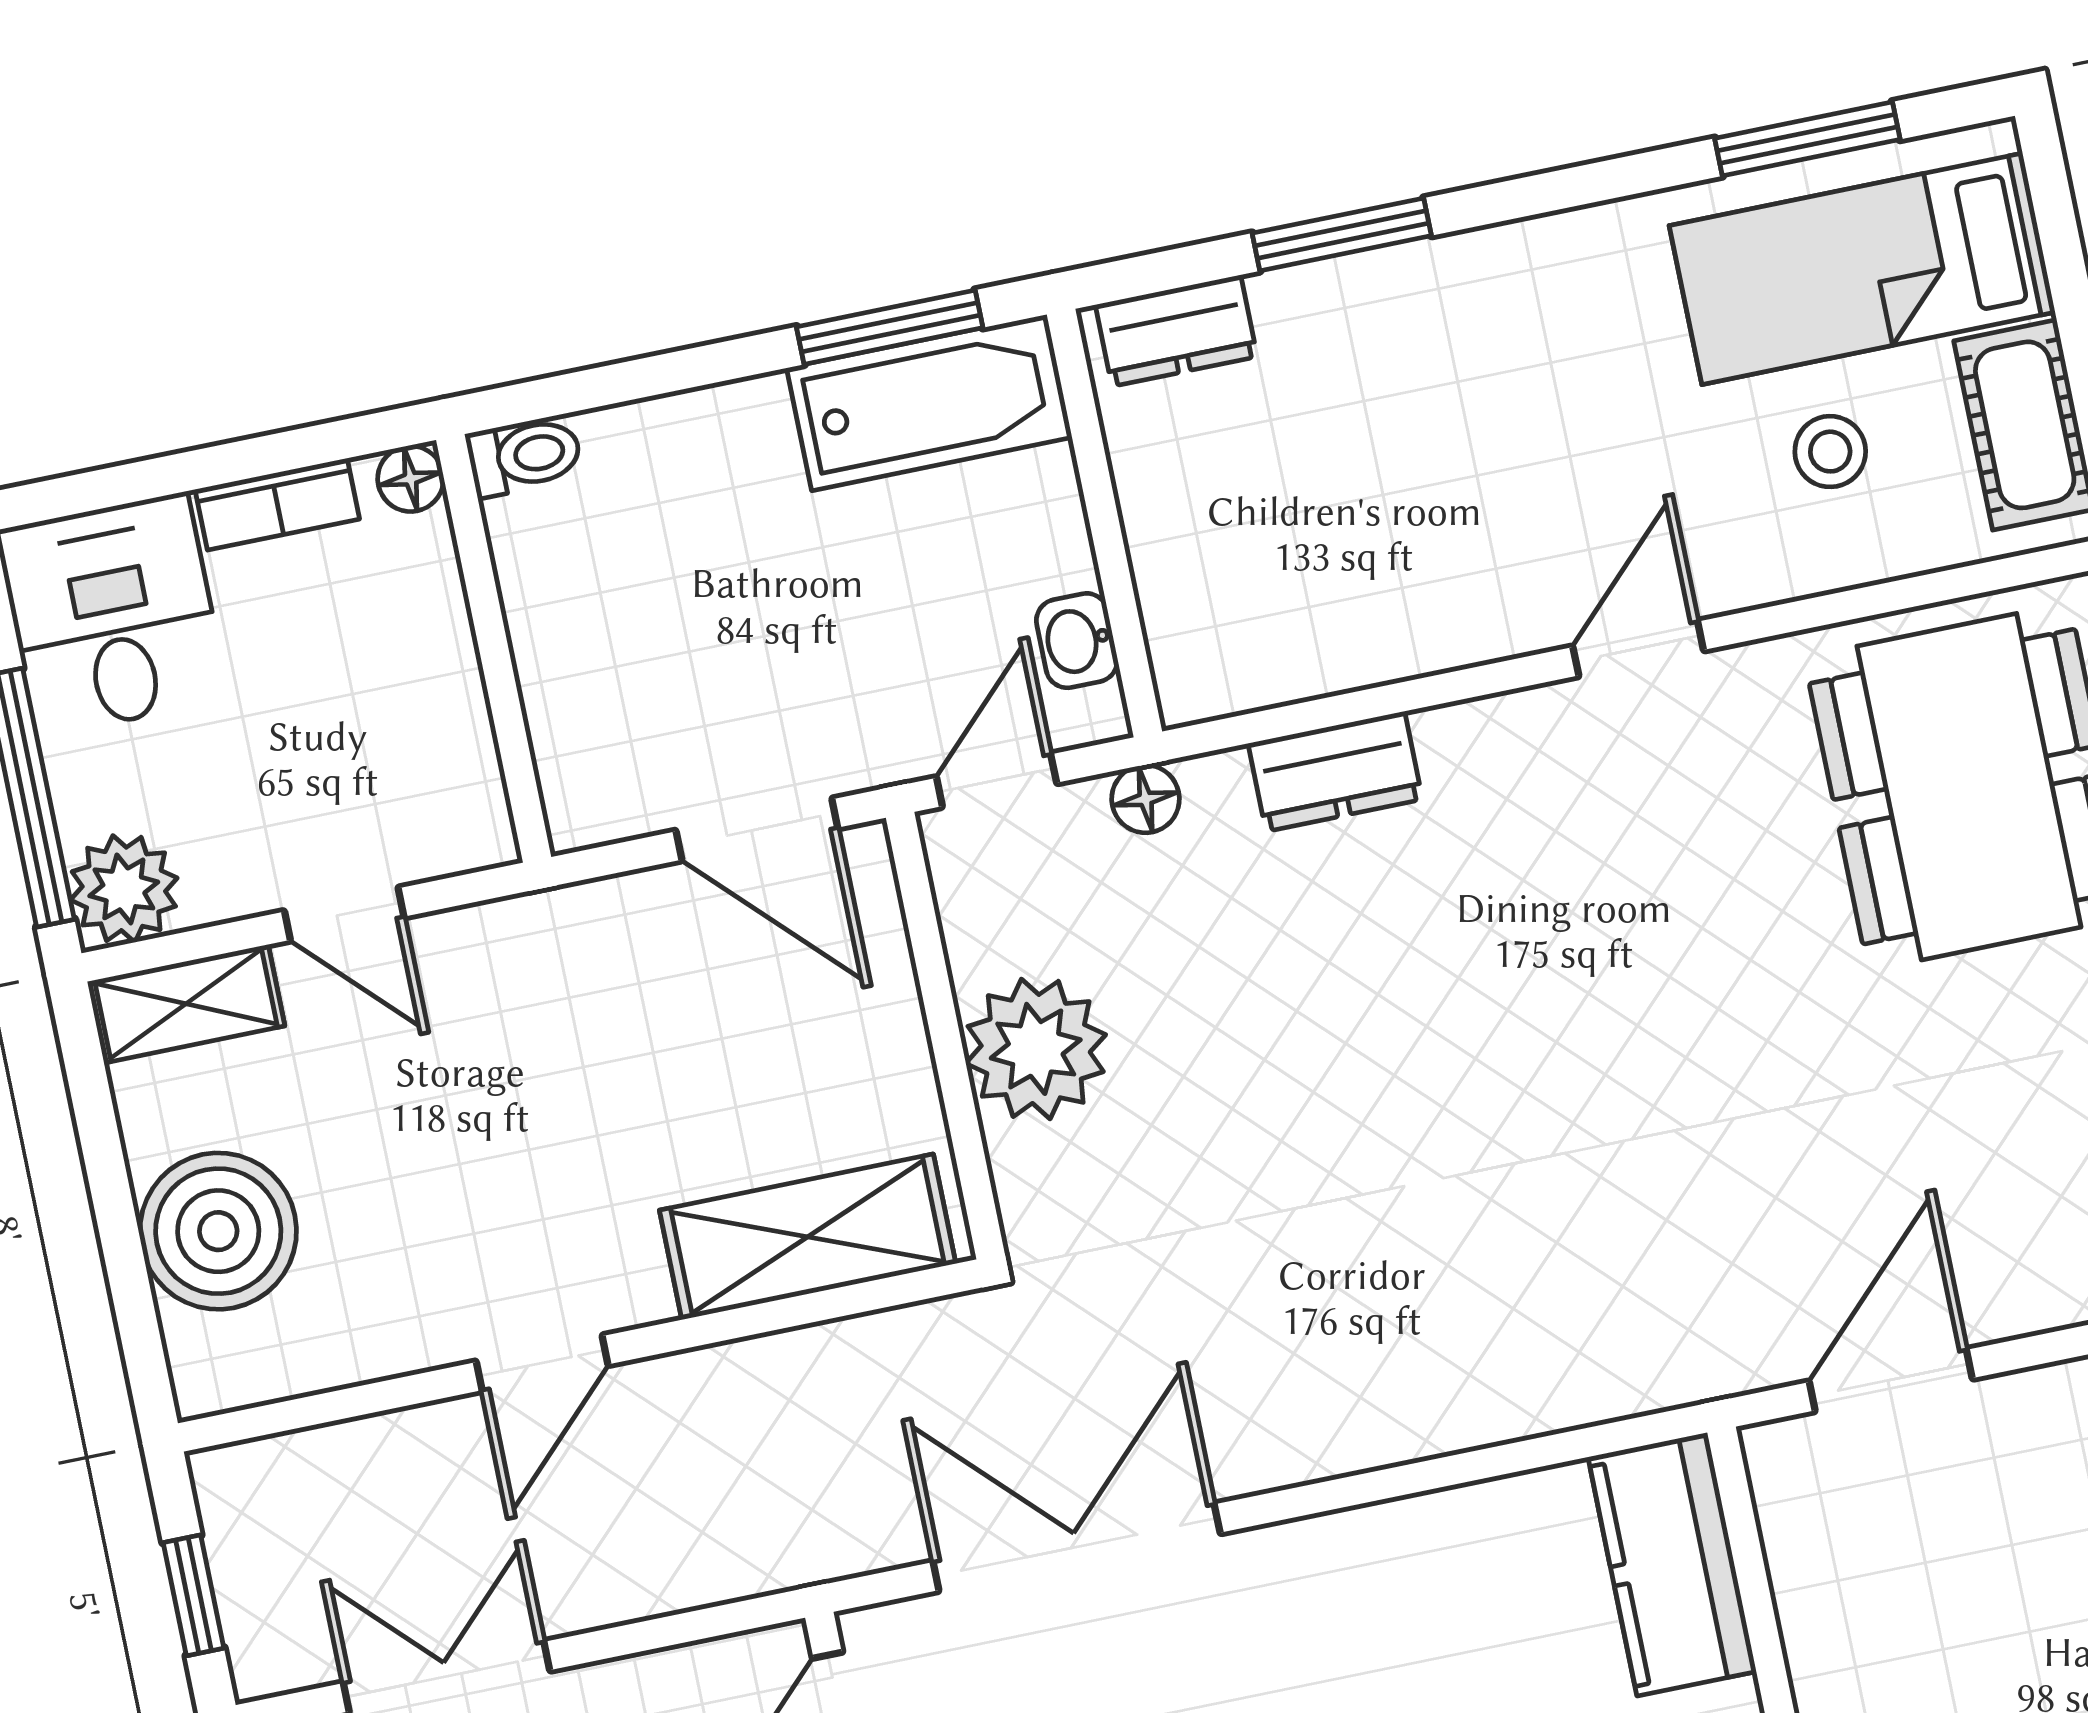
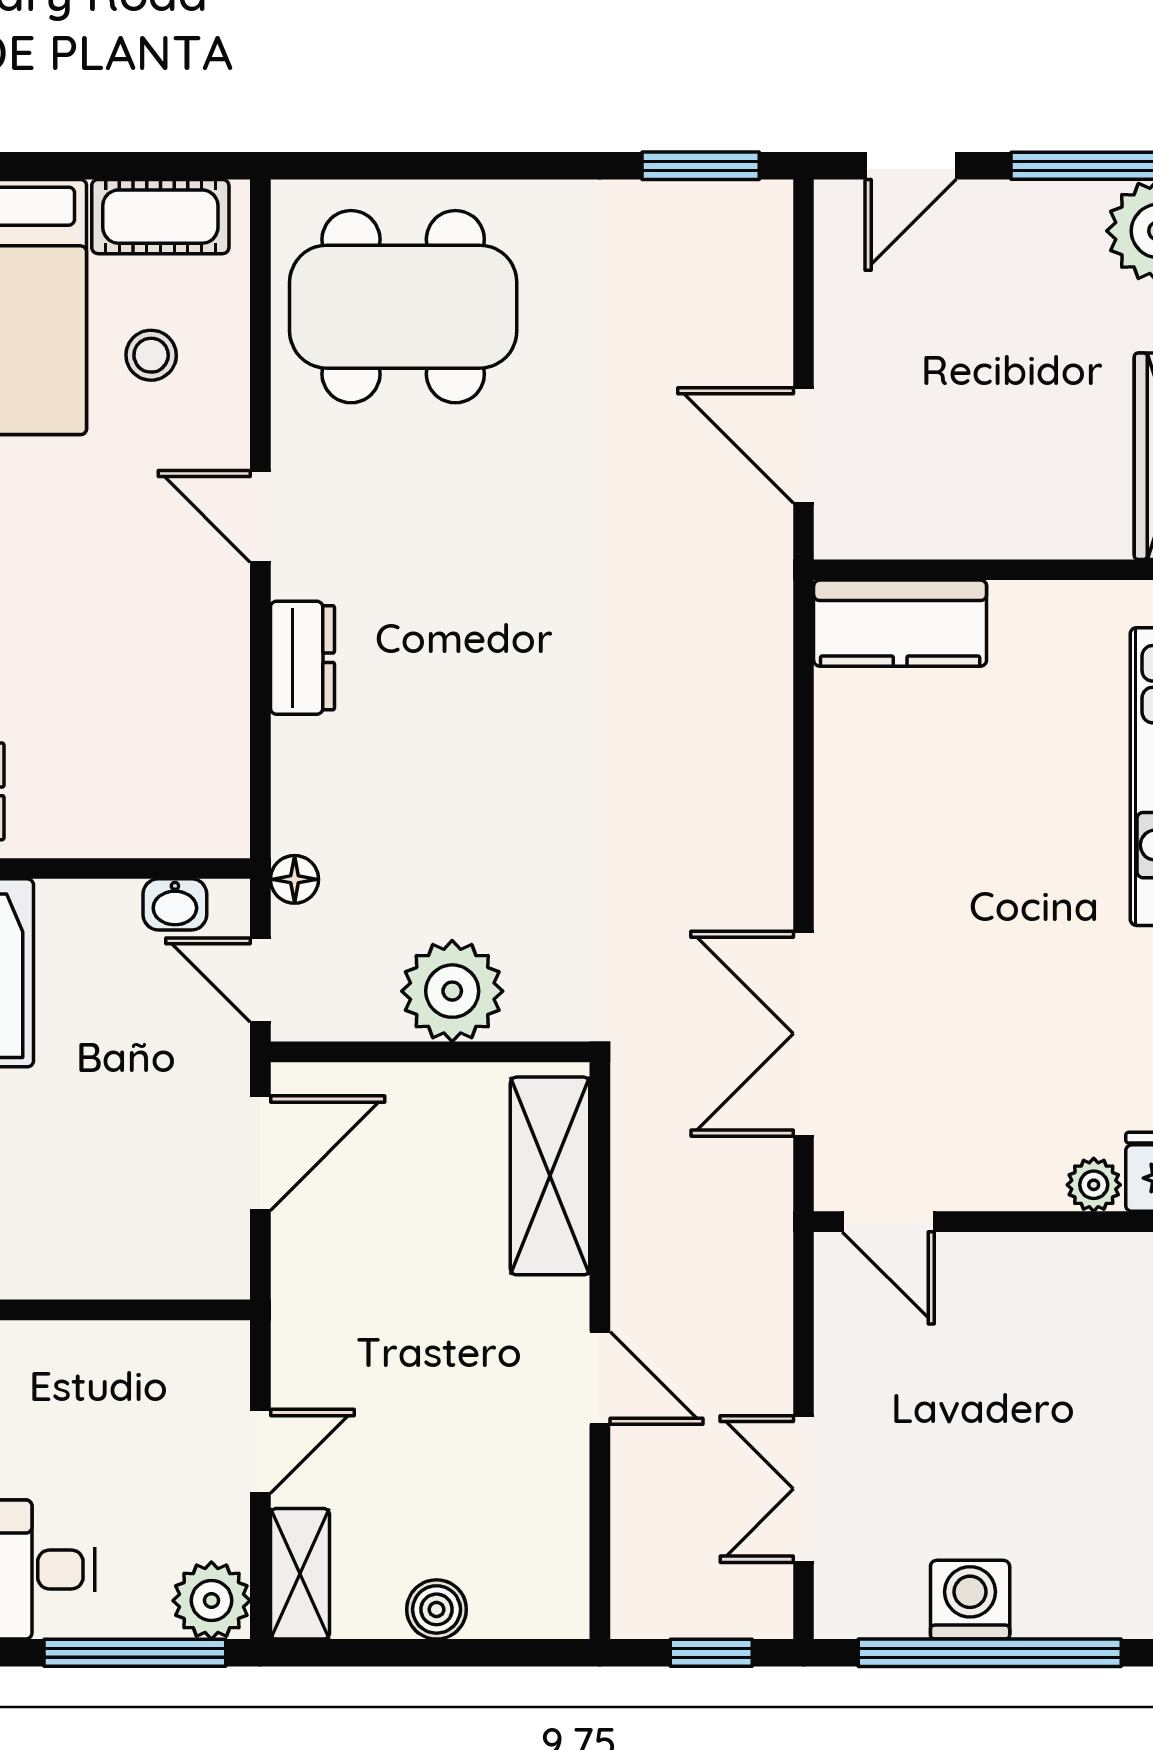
dresser: (1335, 771) -> (302, 658), moved
boiler: (218, 1231) -> (437, 1609), width x0.54, depth x0.54

